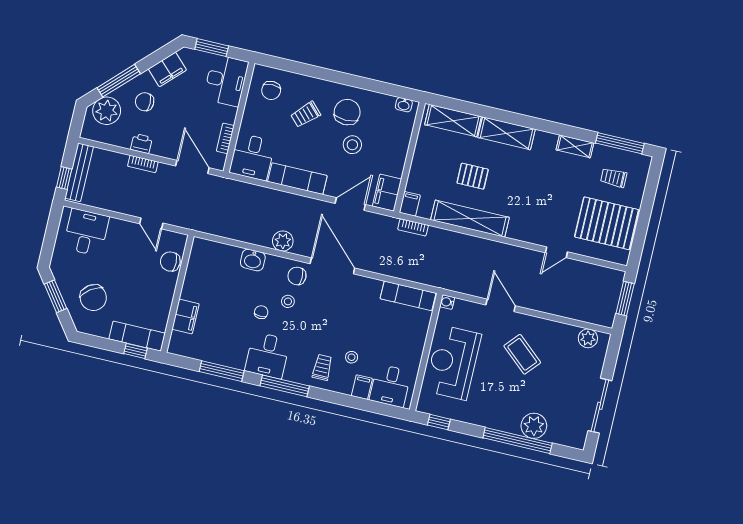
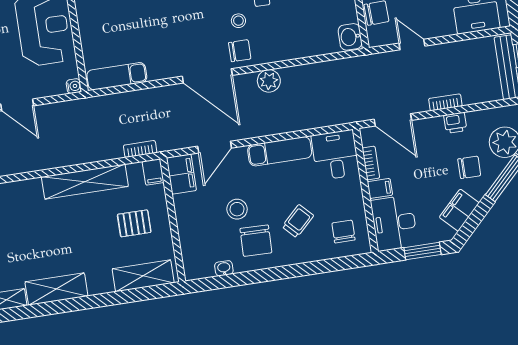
washbasin: (404, 105) -> (224, 268), moved
filing cabinet: (226, 114) -> (380, 188), added
shelving: (506, 133) -> (56, 289), moved
pallet: (473, 176) -> (134, 223), moved
washbasin: (253, 260) -> (350, 37), moved, turned -90

